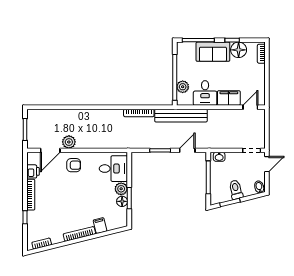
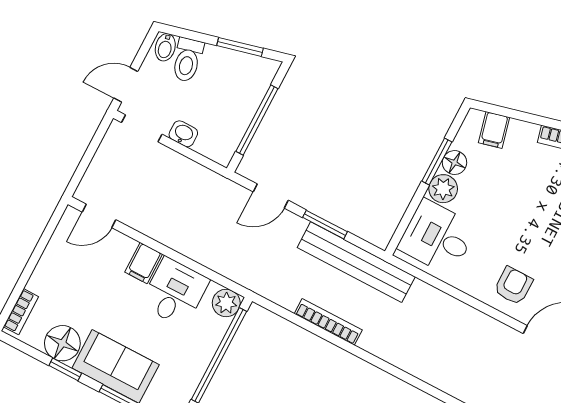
plant: (183, 87) -> (226, 303), moved
filing cabinet: (229, 98) -> (144, 263), width x0.50
bench: (181, 116) -> (356, 262), moved
plant: (69, 142) -> (499, 337), removed
washbasin: (219, 157) -> (183, 134), moved
armchair: (74, 165) -> (513, 286), turned 90
toilet: (236, 190) -> (187, 60), moved
filing cabinet: (100, 226) -> (494, 130), moved

